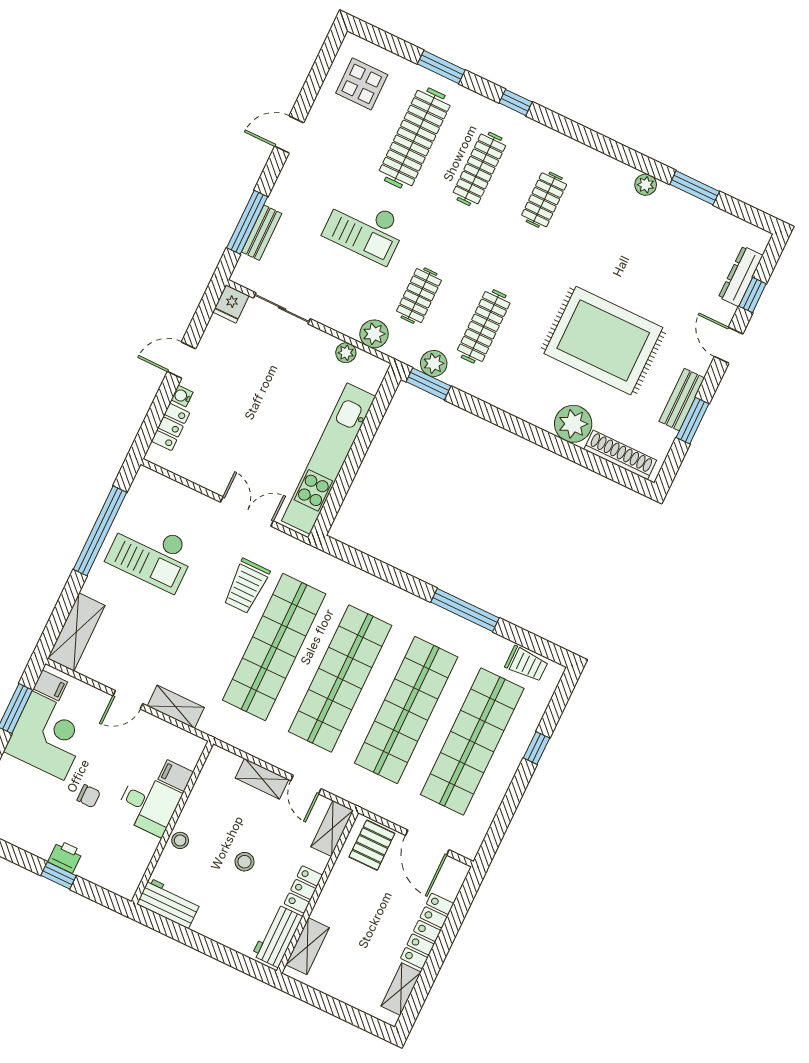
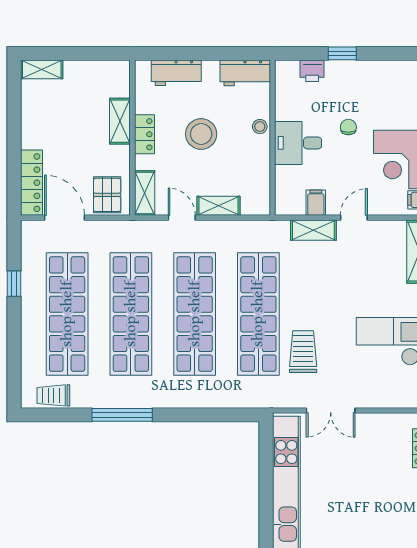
window: (536, 748) -> (14, 284), moved
filing cabinet: (176, 776) -> (316, 203), moved, turned -90
chair: (89, 796) -> (348, 127), turned 90
printer: (65, 857) -> (312, 71), moved
stool: (245, 862) -> (201, 134), width x1.89, depth x1.89
locker: (427, 931) -> (31, 183), moved
workbench: (277, 936) -> (176, 73), moved, turned 90
shelving: (308, 946) -> (120, 121), moved
shelving: (401, 989) -> (42, 69), moved, turned 90

